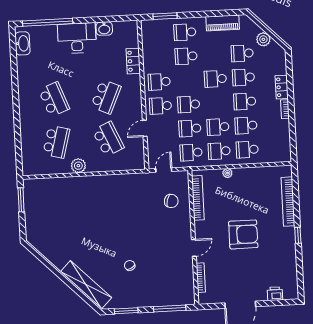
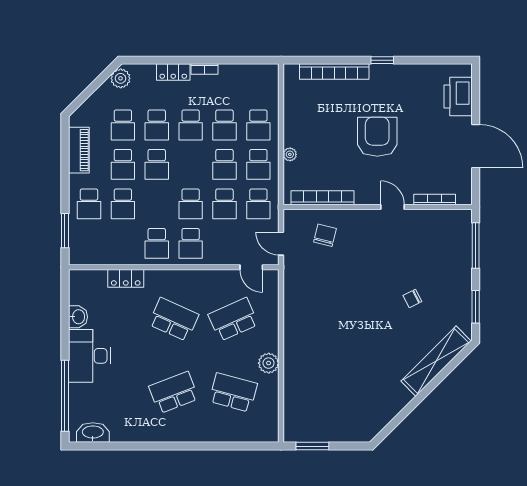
plant: (263, 39) -> (121, 78), moved
school desk: (214, 55) -> (123, 164), added
door: (145, 128) -> (251, 267), moved
printer: (275, 294) -> (458, 97), width x1.87, depth x1.48

